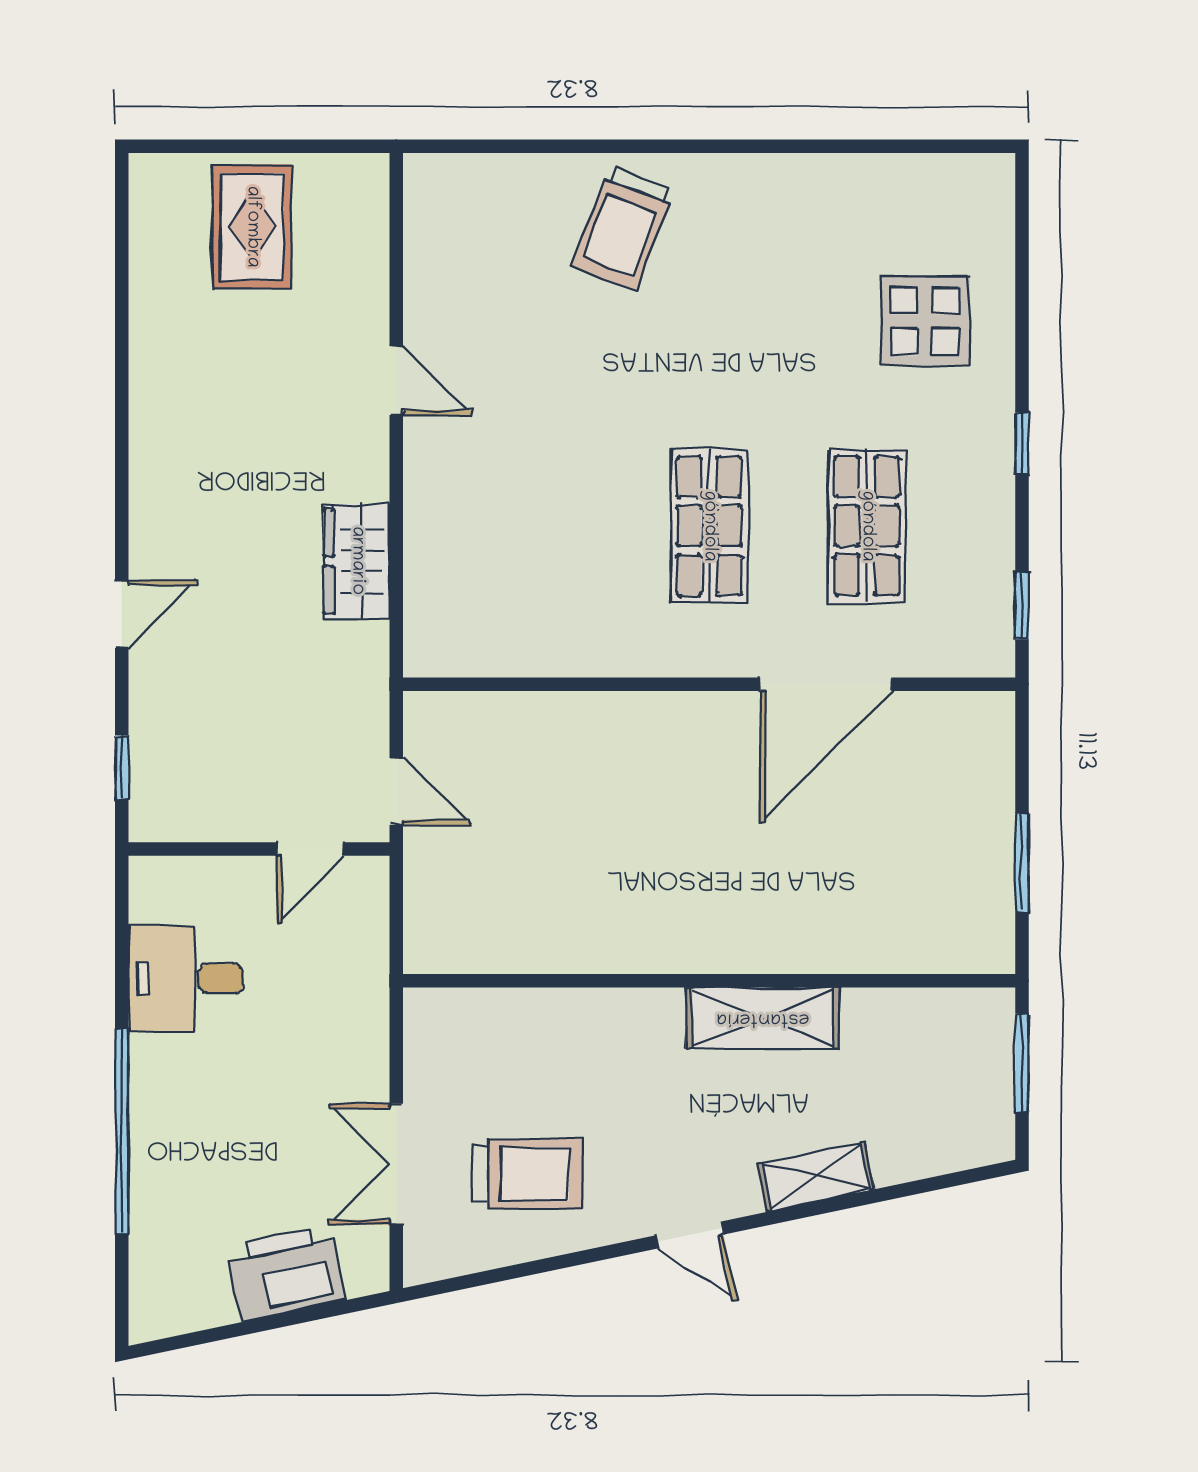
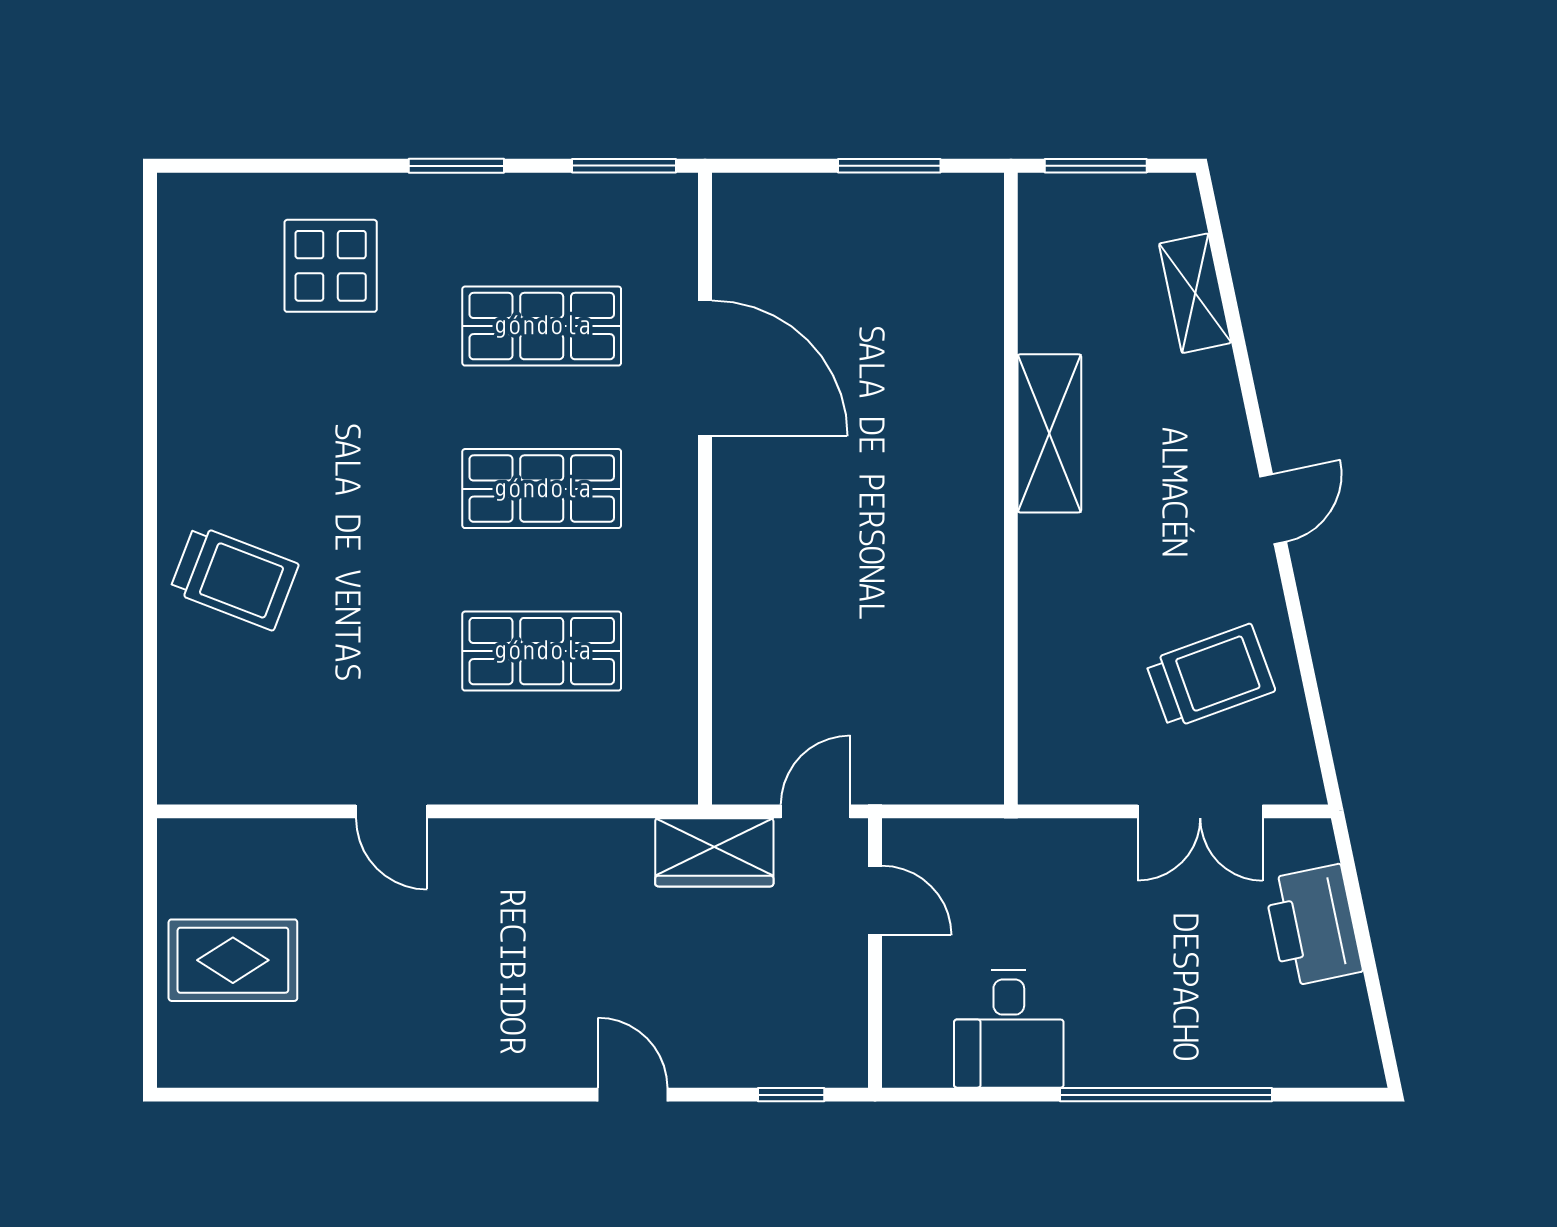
door: (396, 380) -> (392, 811), swing flipped
window: (1022, 443) -> (456, 166), width x1.50
shop shelf: (552, 526) -> (542, 651), added
wardrobe: (357, 561) -> (714, 852), moved
window: (1022, 606) -> (624, 166), width x1.50
trolley: (527, 1174) -> (1210, 676), turned 70
shelving: (816, 1177) -> (1195, 293), moved

